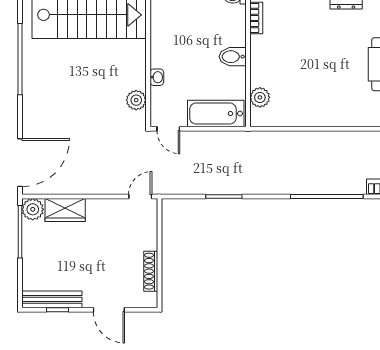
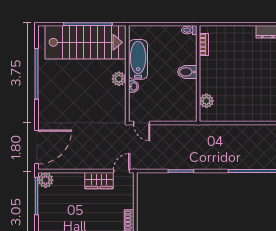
plant: (136, 100) -> (119, 79), moved
bathtub: (216, 114) -> (138, 59), moved, turned 90
wardrobe: (65, 210) -> (99, 181), moved

